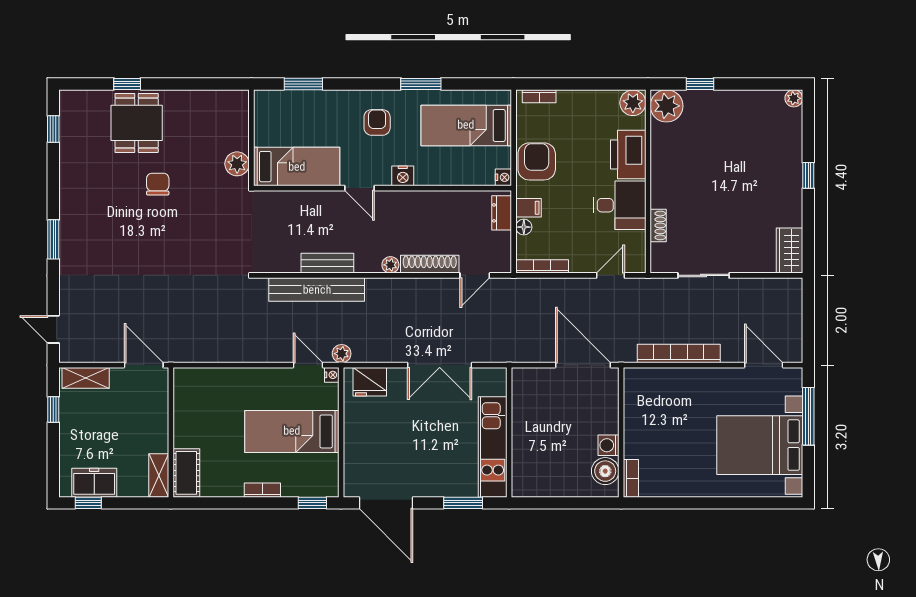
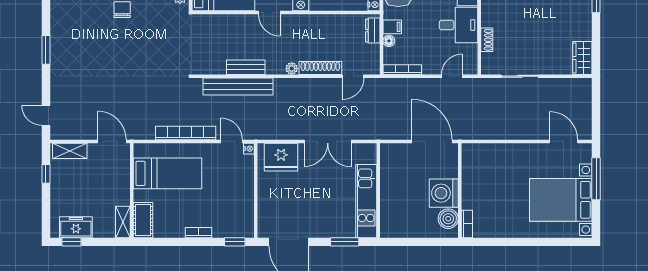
bookcase: (679, 353) -> (186, 133), moved
plant: (342, 354) -> (256, 133), removed
fridge: (370, 382) -> (281, 157), width x1.36, depth x1.34
bed: (292, 431) -> (167, 173), moved, turned 180
washing machine: (608, 445) -> (444, 193), width x1.89, depth x1.89

